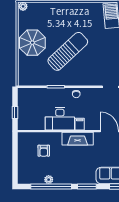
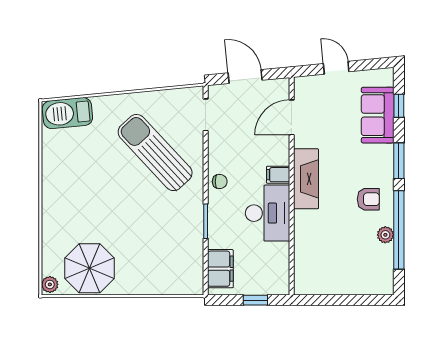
parasol: (32, 43) -> (90, 268), moved
sun lounger: (68, 51) -> (155, 153), moved
filing cabinet: (31, 94) -> (220, 269), added
armchair: (44, 151) -> (368, 199), moved

